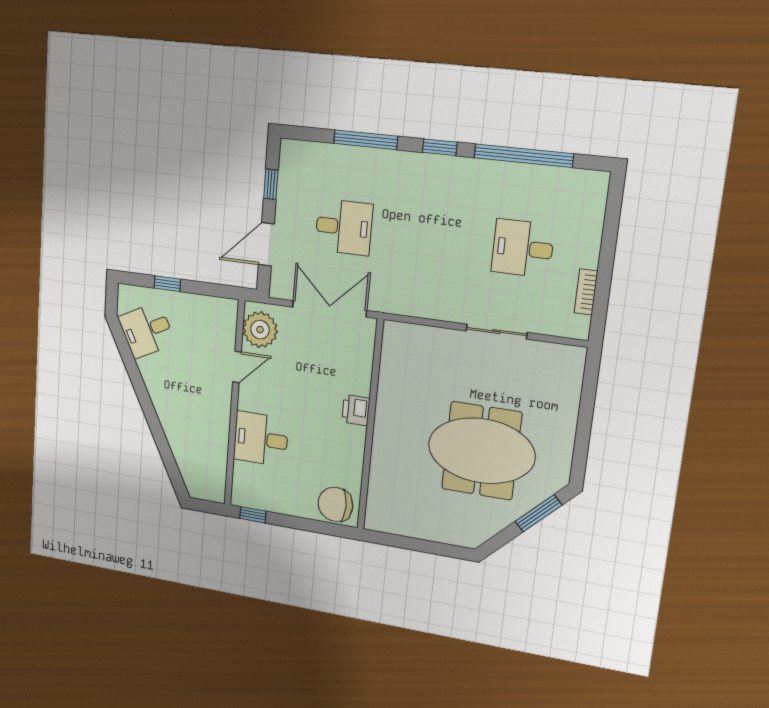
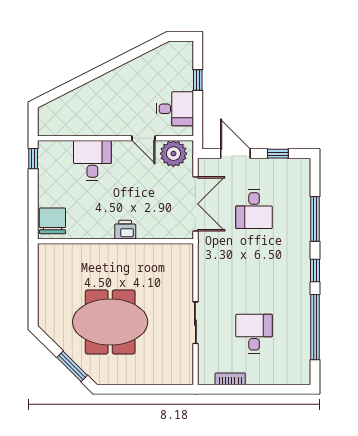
desk: (147, 330) -> (175, 109), moved, turned 117
meeting table: (481, 451) -> (110, 322), turned 90

